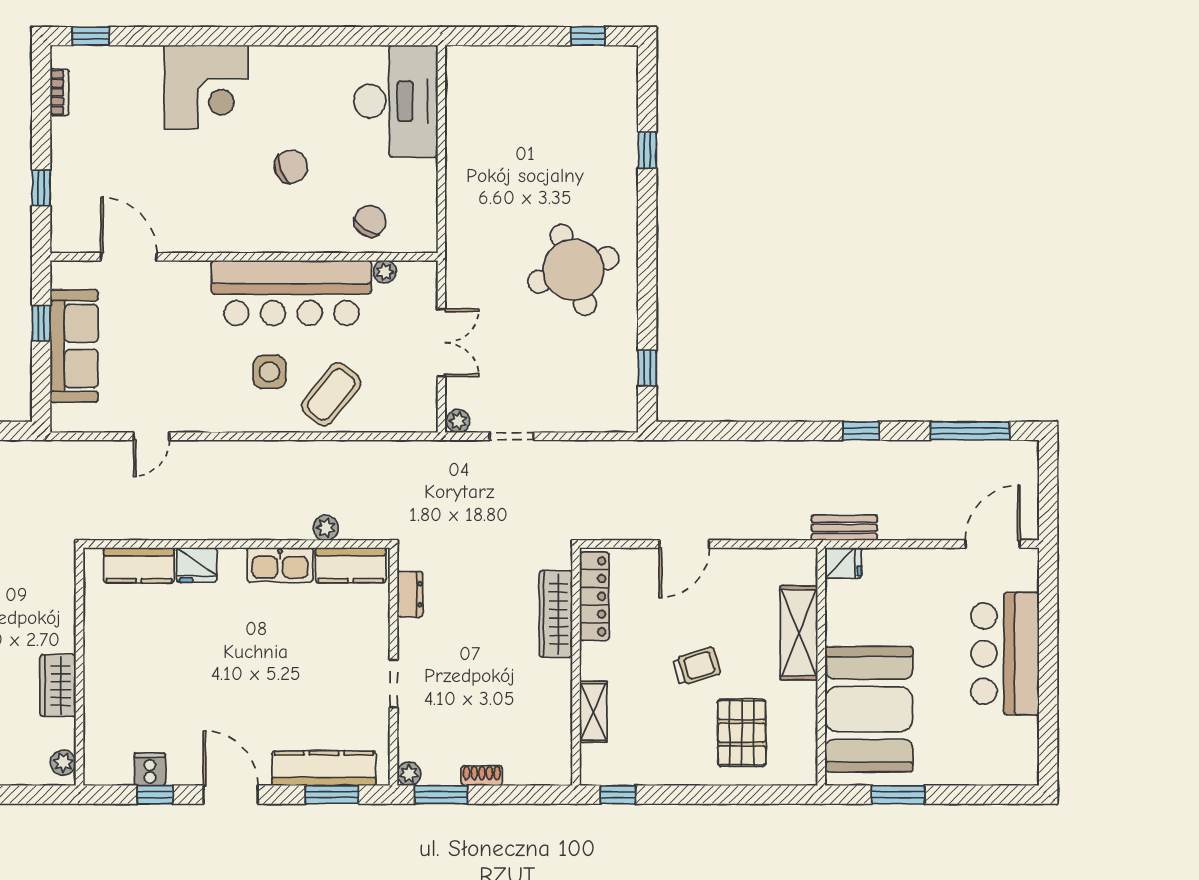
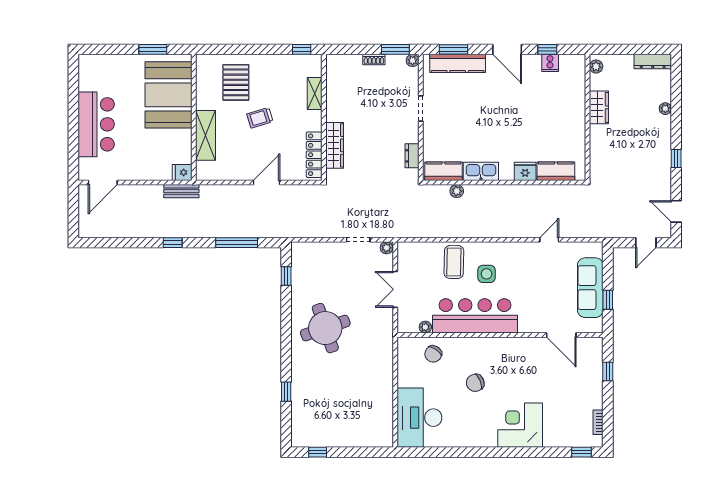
coffee table: (331, 394) -> (454, 262), turned -38
window: (970, 431) -> (237, 243), moved

